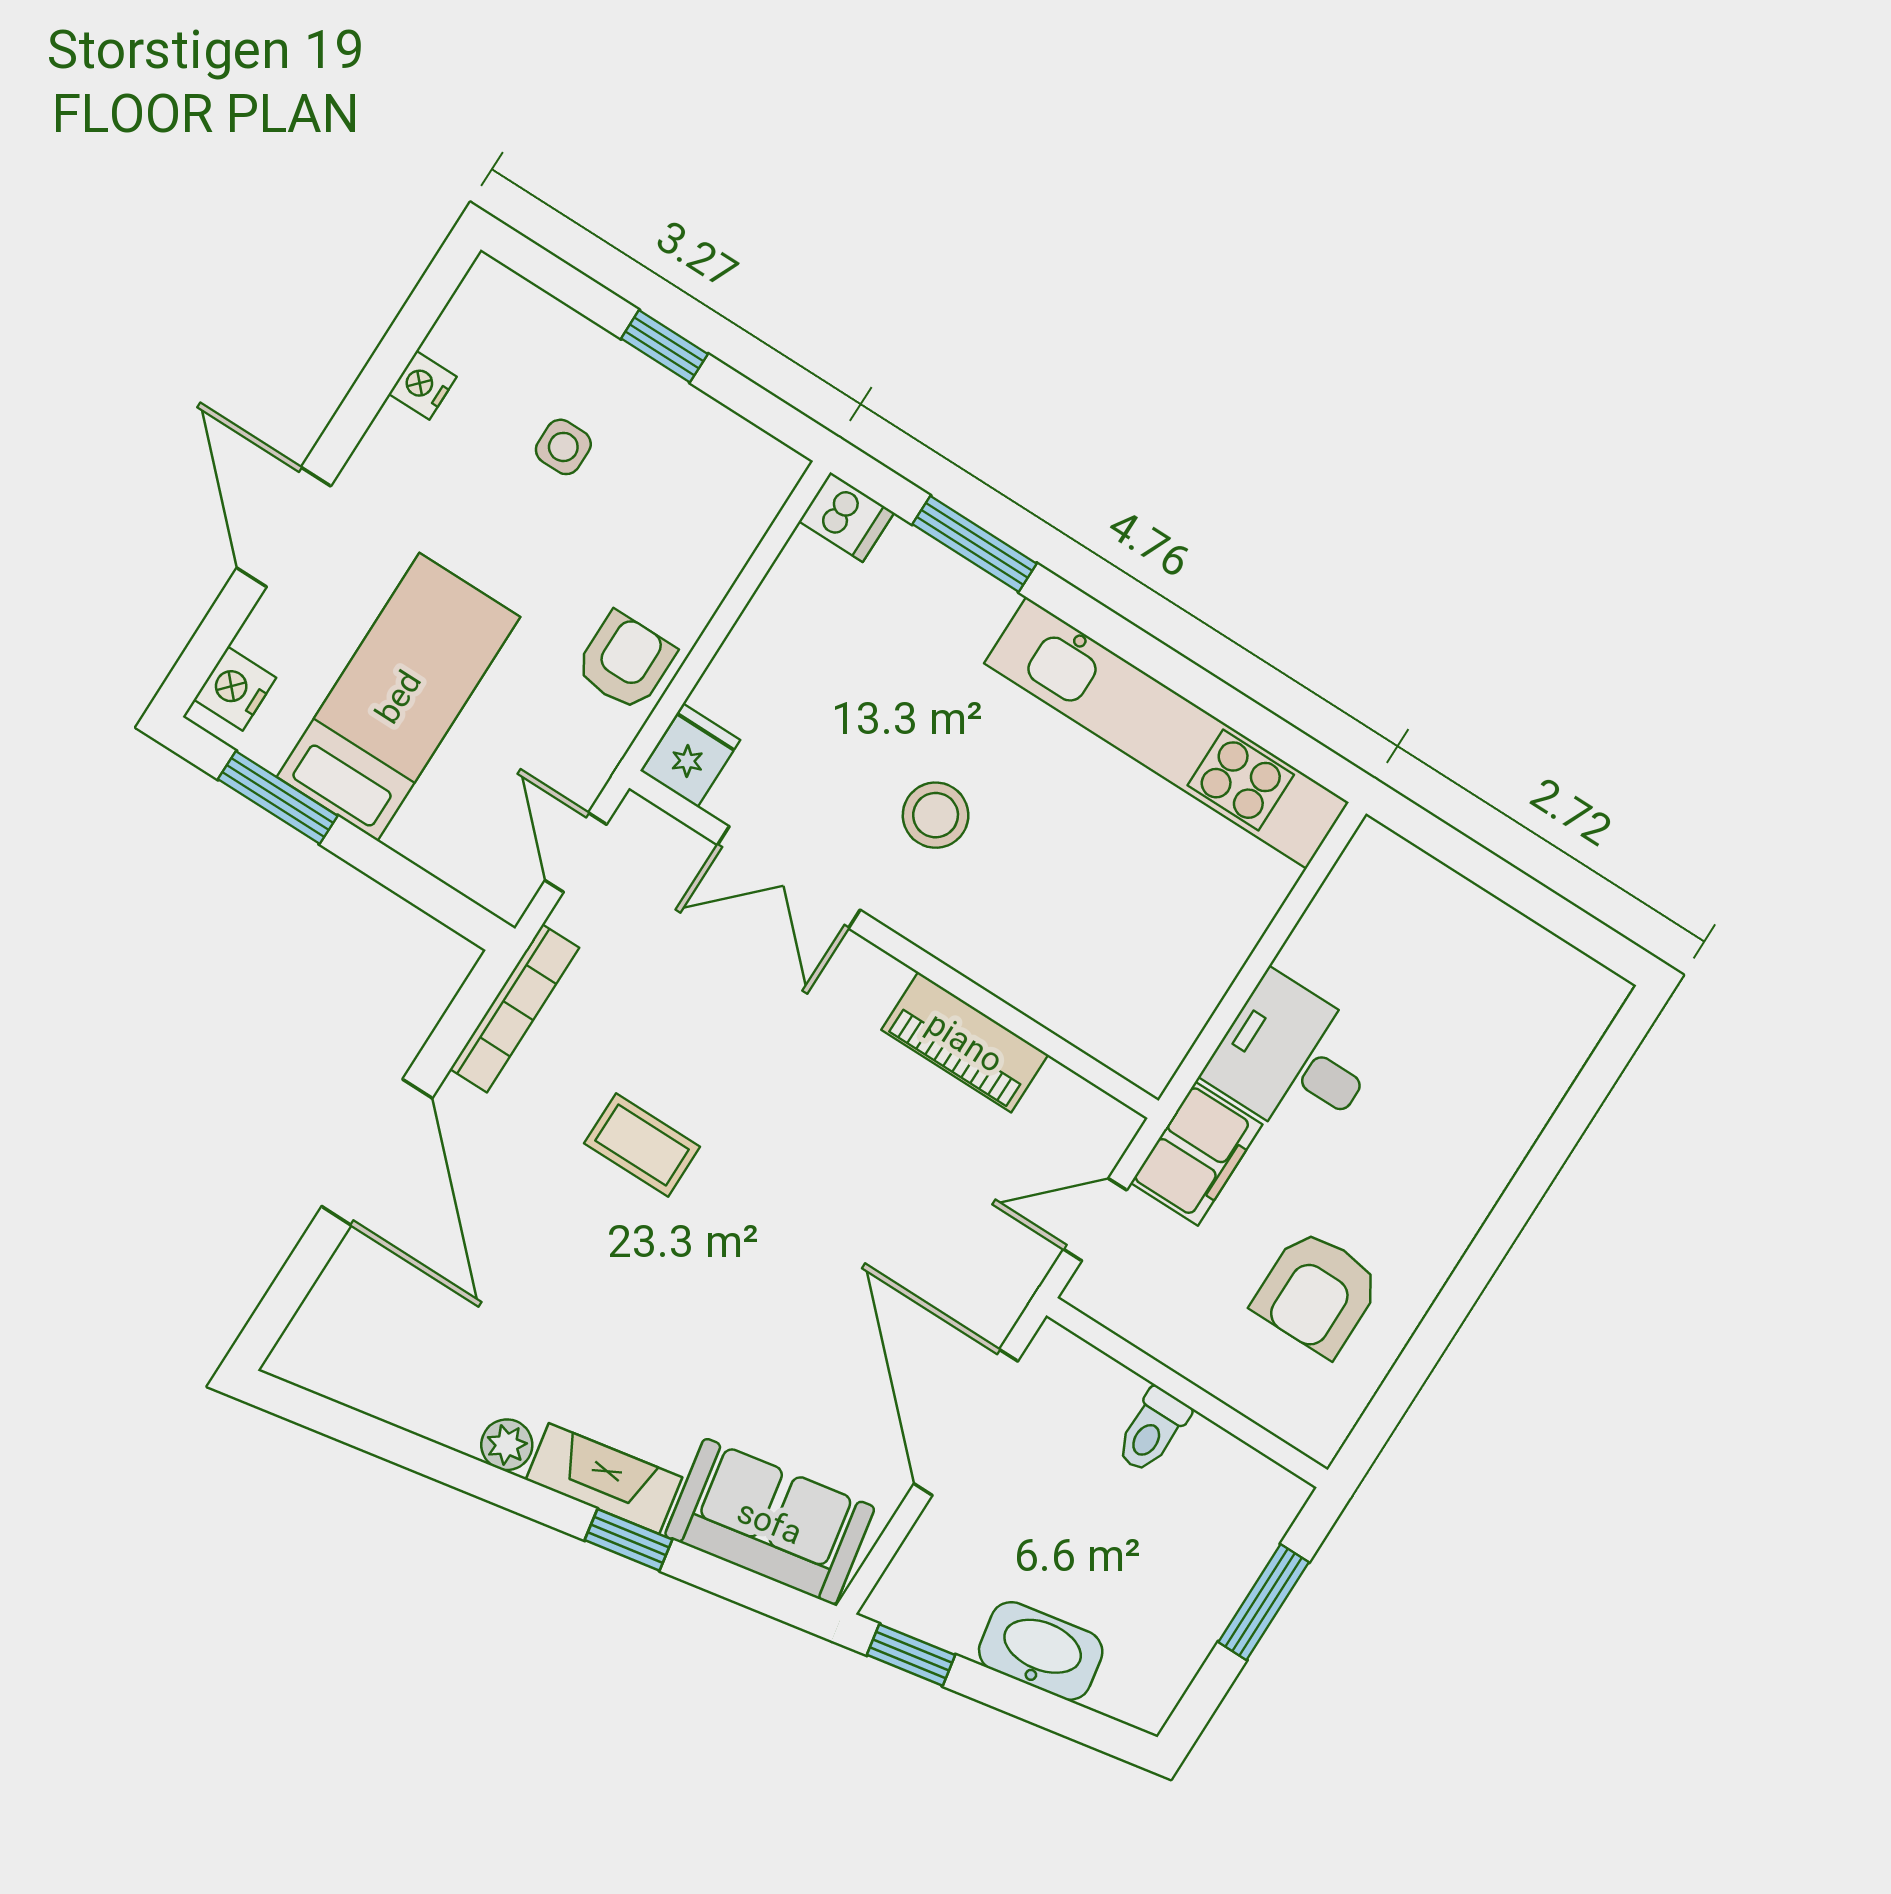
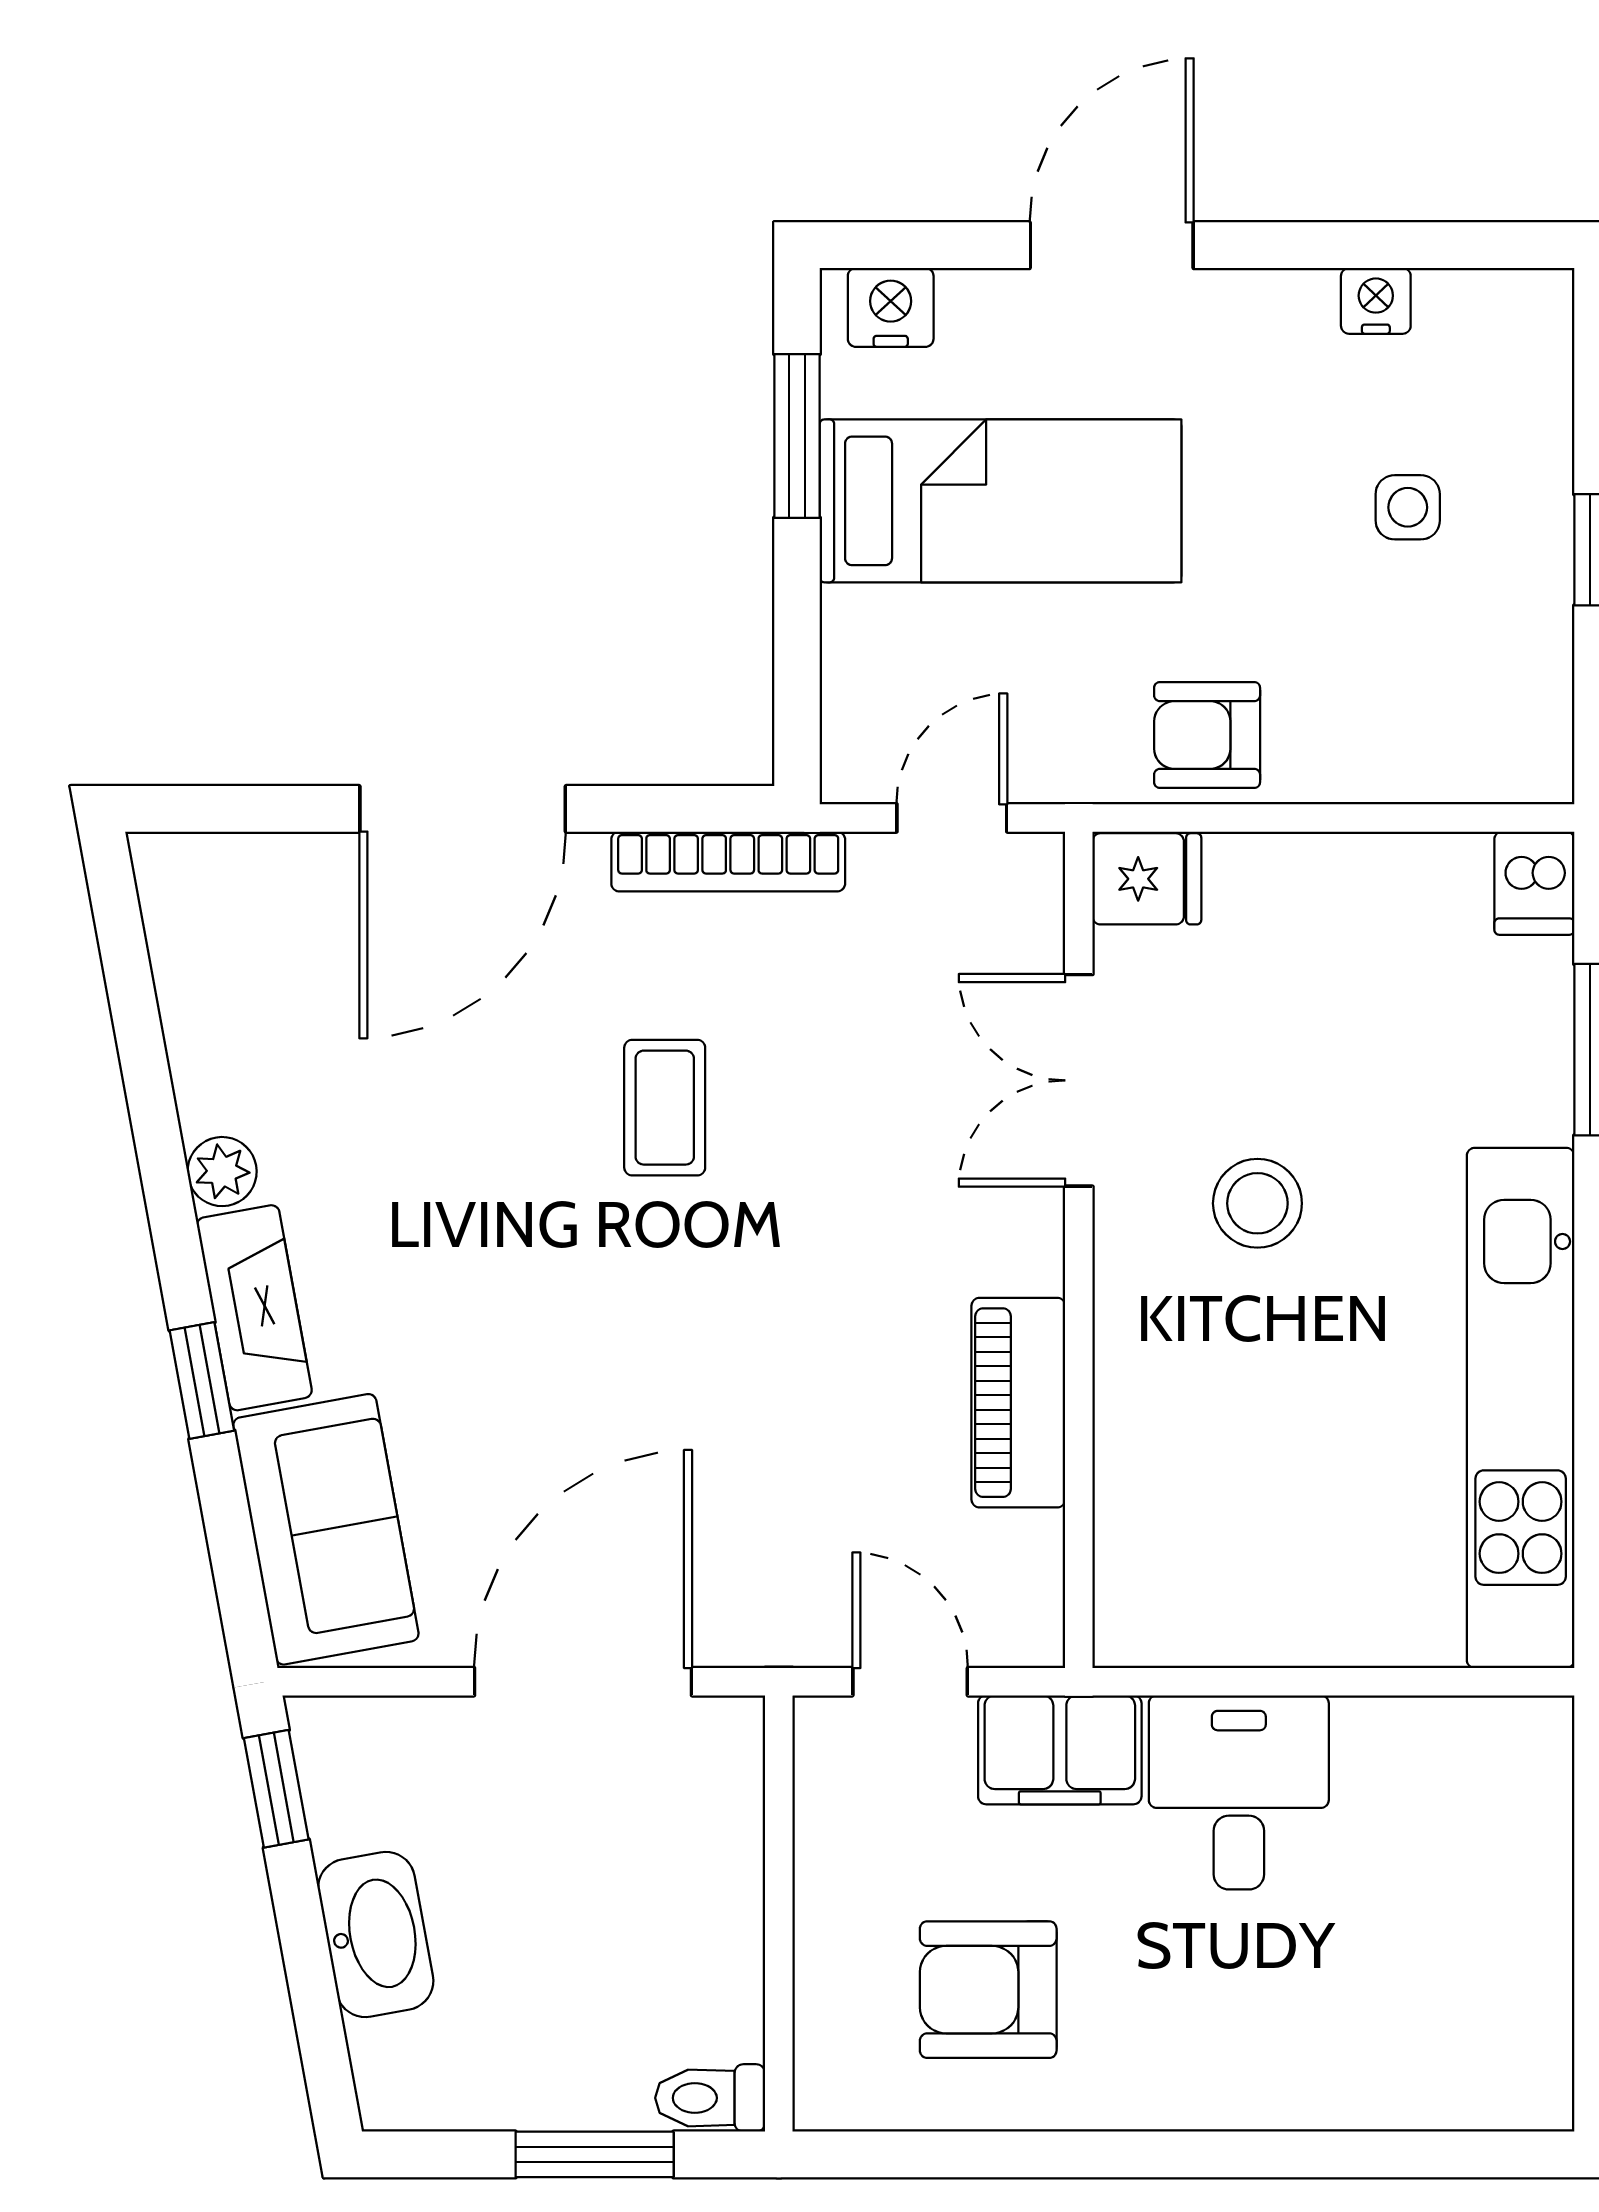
armchair: (625, 661) -> (1207, 735), turned 180
toilet: (1152, 1430) -> (710, 2098), moved

